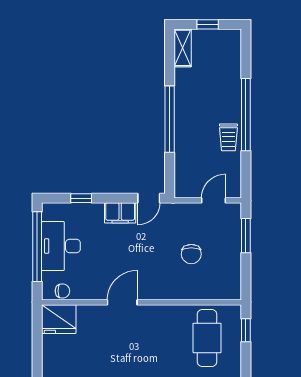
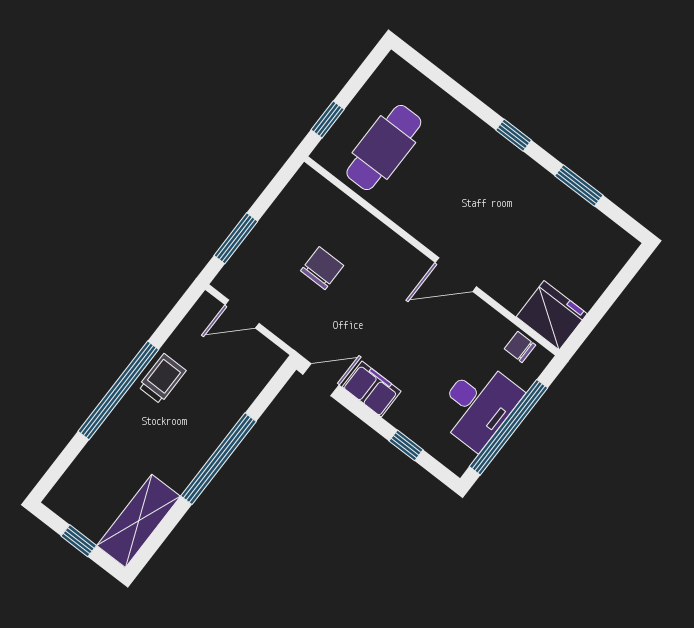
shelving: (183, 48) -> (139, 521), width x1.50, depth x1.33

